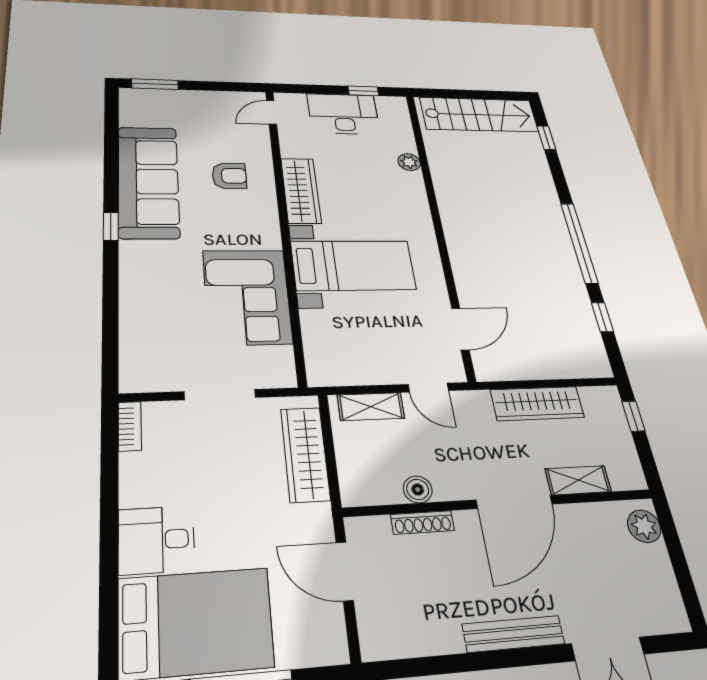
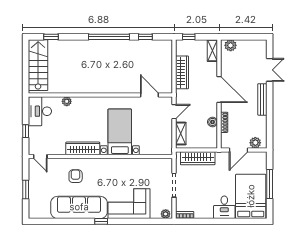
window: (155, 84) -> (26, 190), moved
window: (363, 91) -> (26, 131), moved
desk: (343, 114) -> (40, 111), moved
corner sofa: (247, 296) -> (129, 204), moved, turned 180
plant: (133, 376) -> (166, 214), added
shelving: (578, 480) -> (212, 51), moved
plant: (375, 623) -> (255, 143), added

